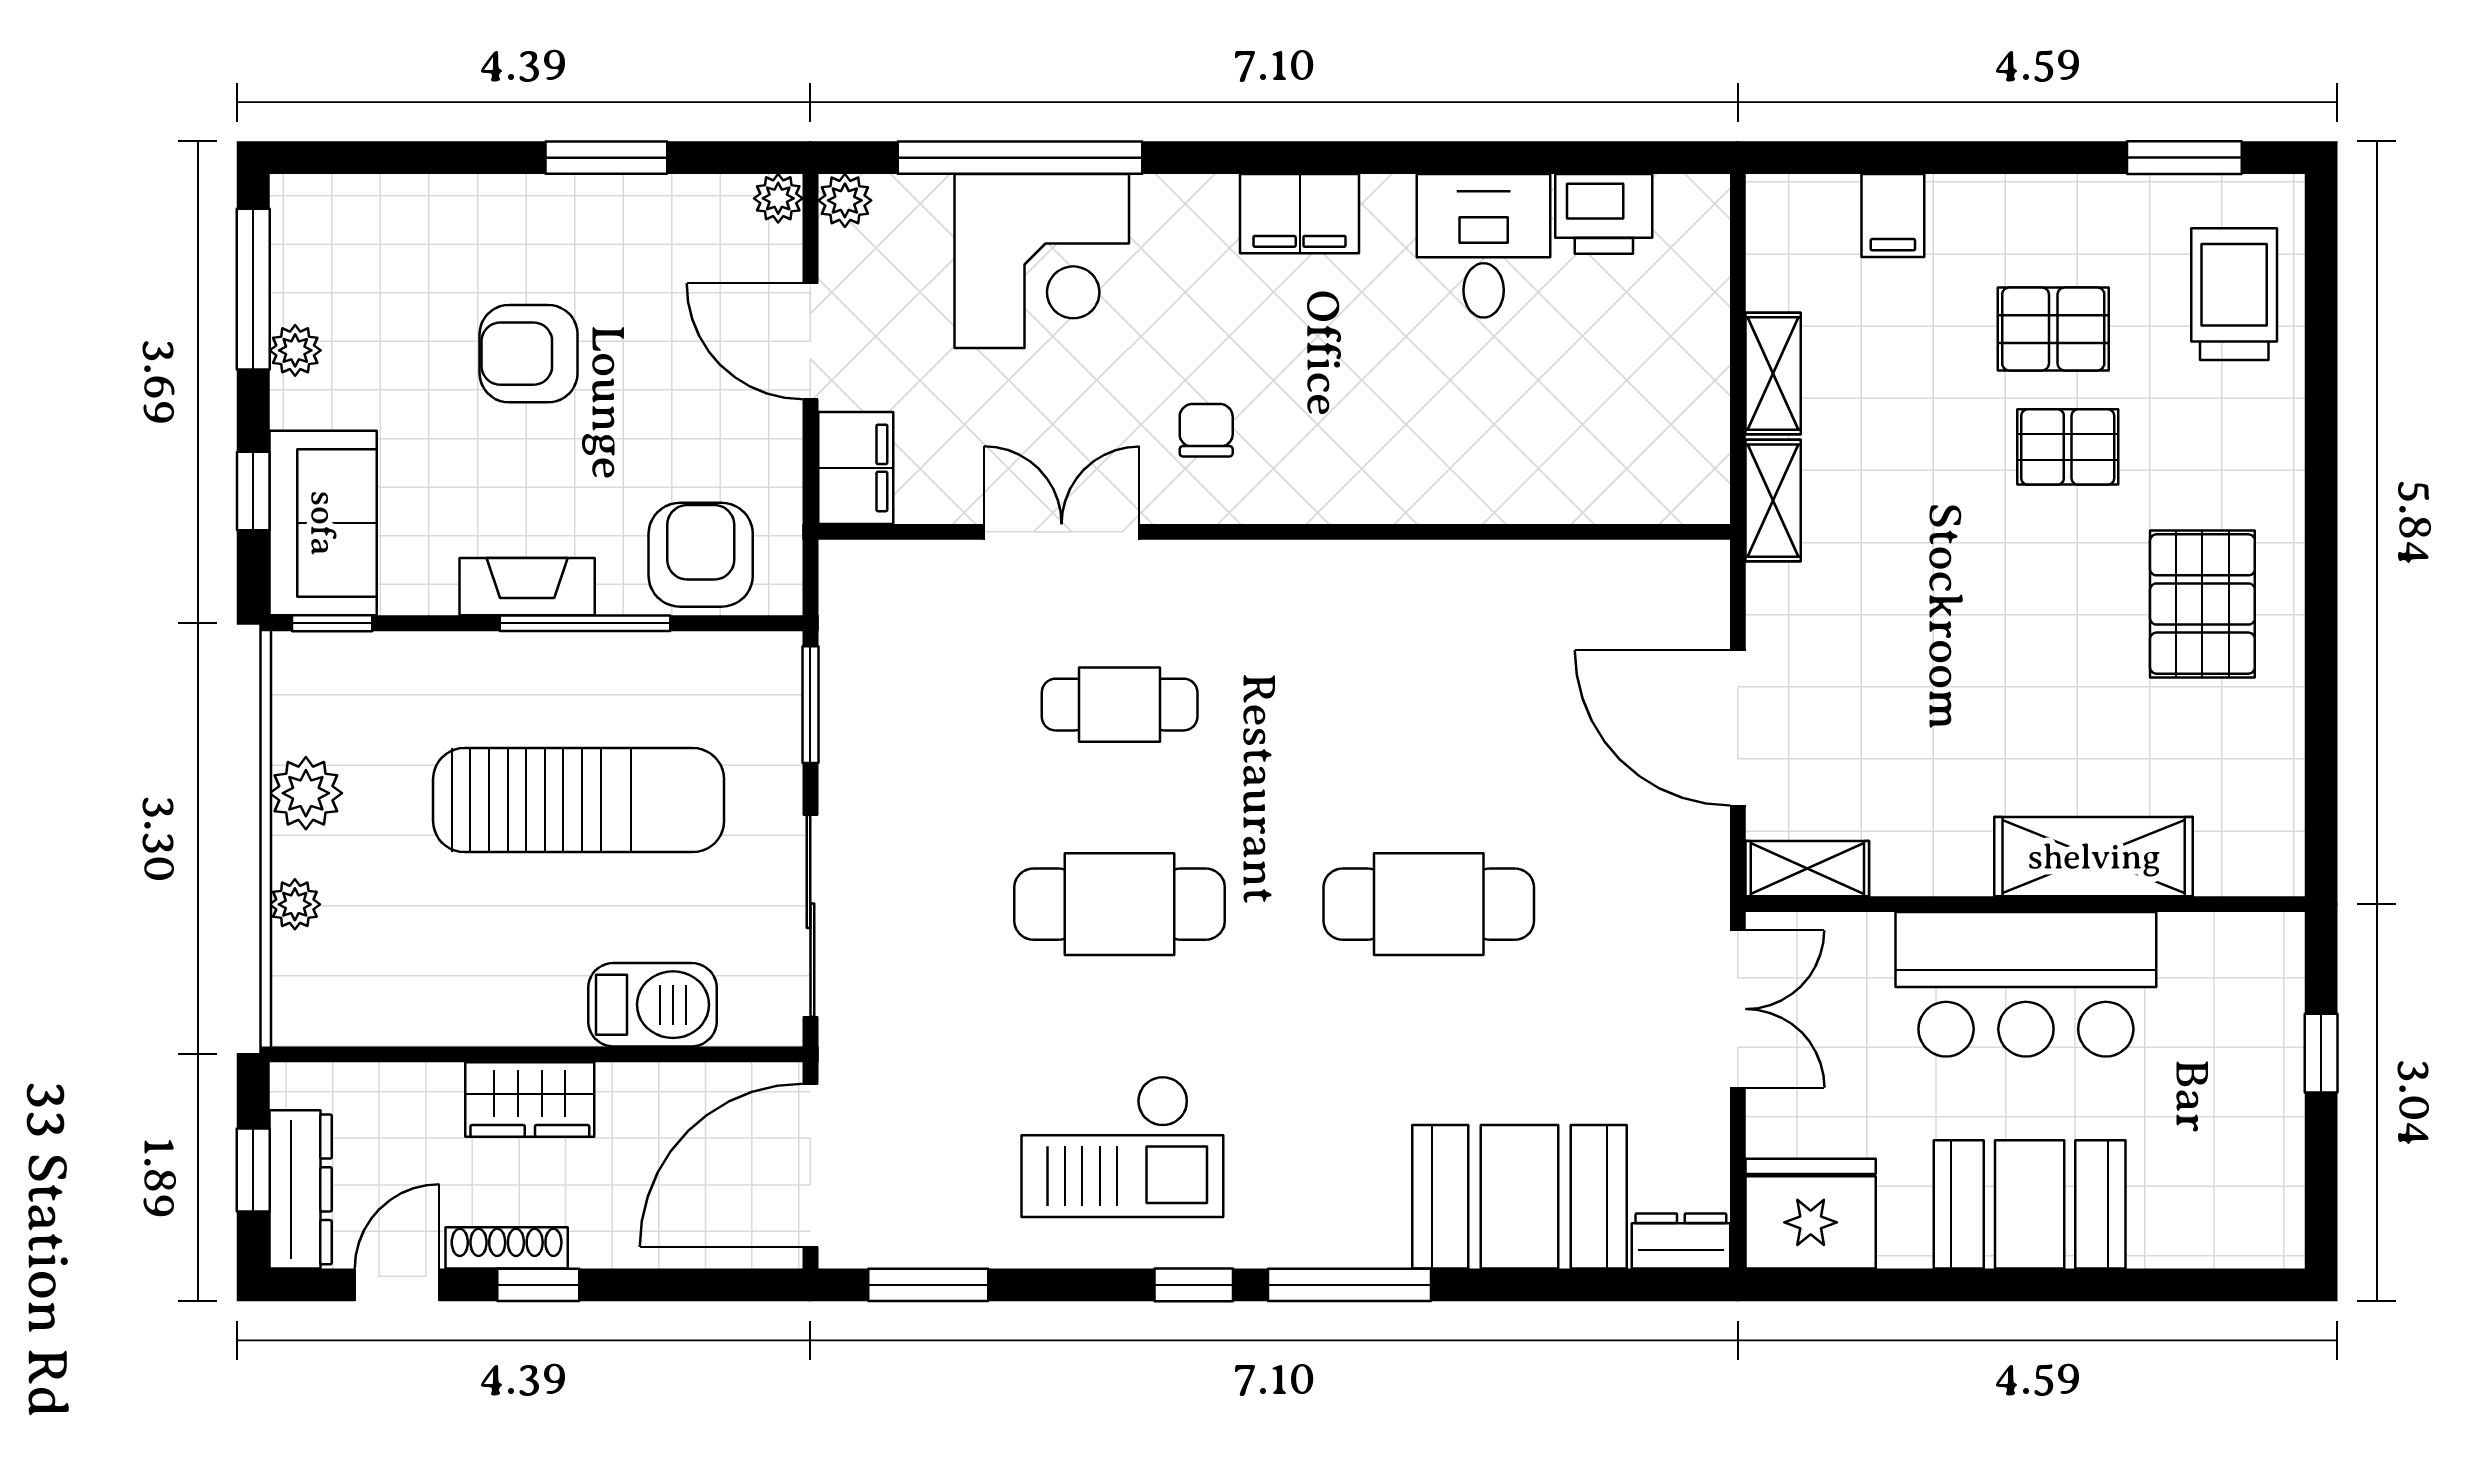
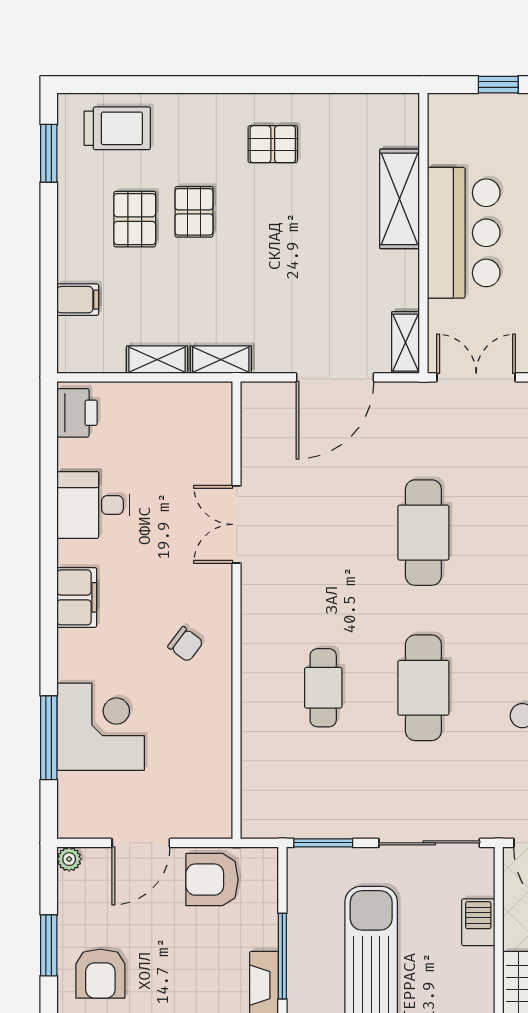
window: (1020, 158) -> (49, 738), width x0.68
plant: (845, 200) -> (70, 826), removed
printer: (1604, 214) -> (77, 413), moved
trolley: (2234, 294) -> (117, 128), turned 180
armchair: (529, 354) -> (100, 974), moved
chair: (1206, 430) -> (185, 644), turned -143
filing cabinet: (856, 468) -> (204, 820), removed
double door: (1062, 532) -> (237, 524), moved
armchair: (701, 555) -> (212, 880), moved
pallet: (2202, 604) -> (273, 144), width x0.67, depth x0.71
barbecue: (652, 1005) -> (478, 922), width x0.73, depth x0.79

